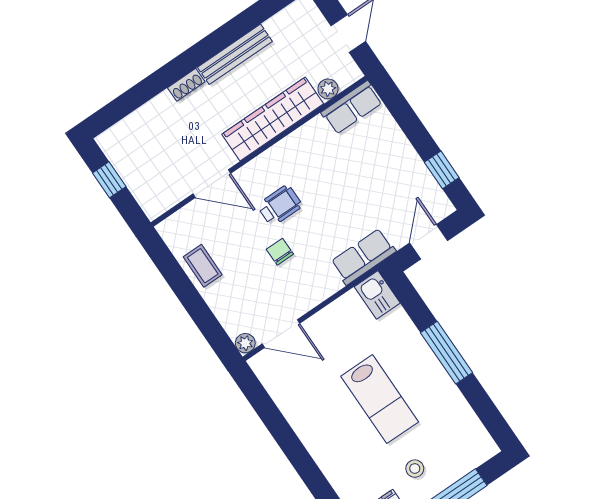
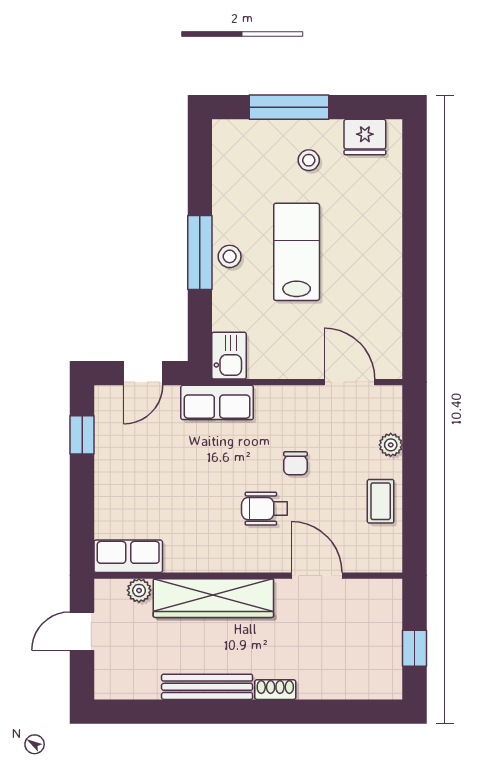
plant: (245, 343) -> (391, 445), moved
stool: (424, 364) -> (230, 256), added

